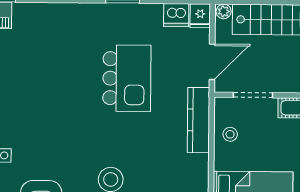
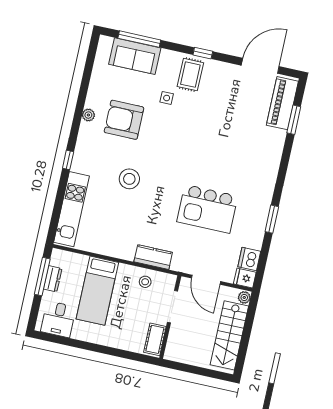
kitchen counter: (198, 120) -> (153, 257), width x0.67

